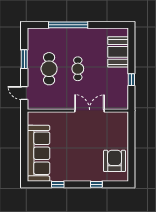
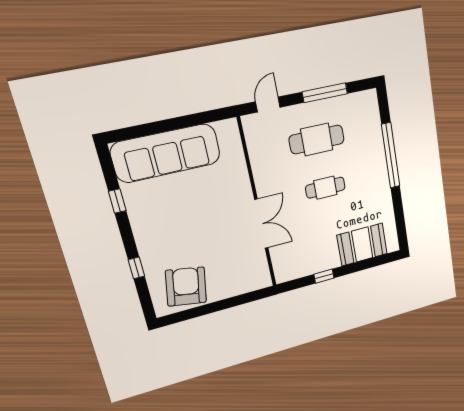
window: (24, 59) -> (325, 93), width x1.44
armchair: (114, 161) -> (186, 286), turned -80

